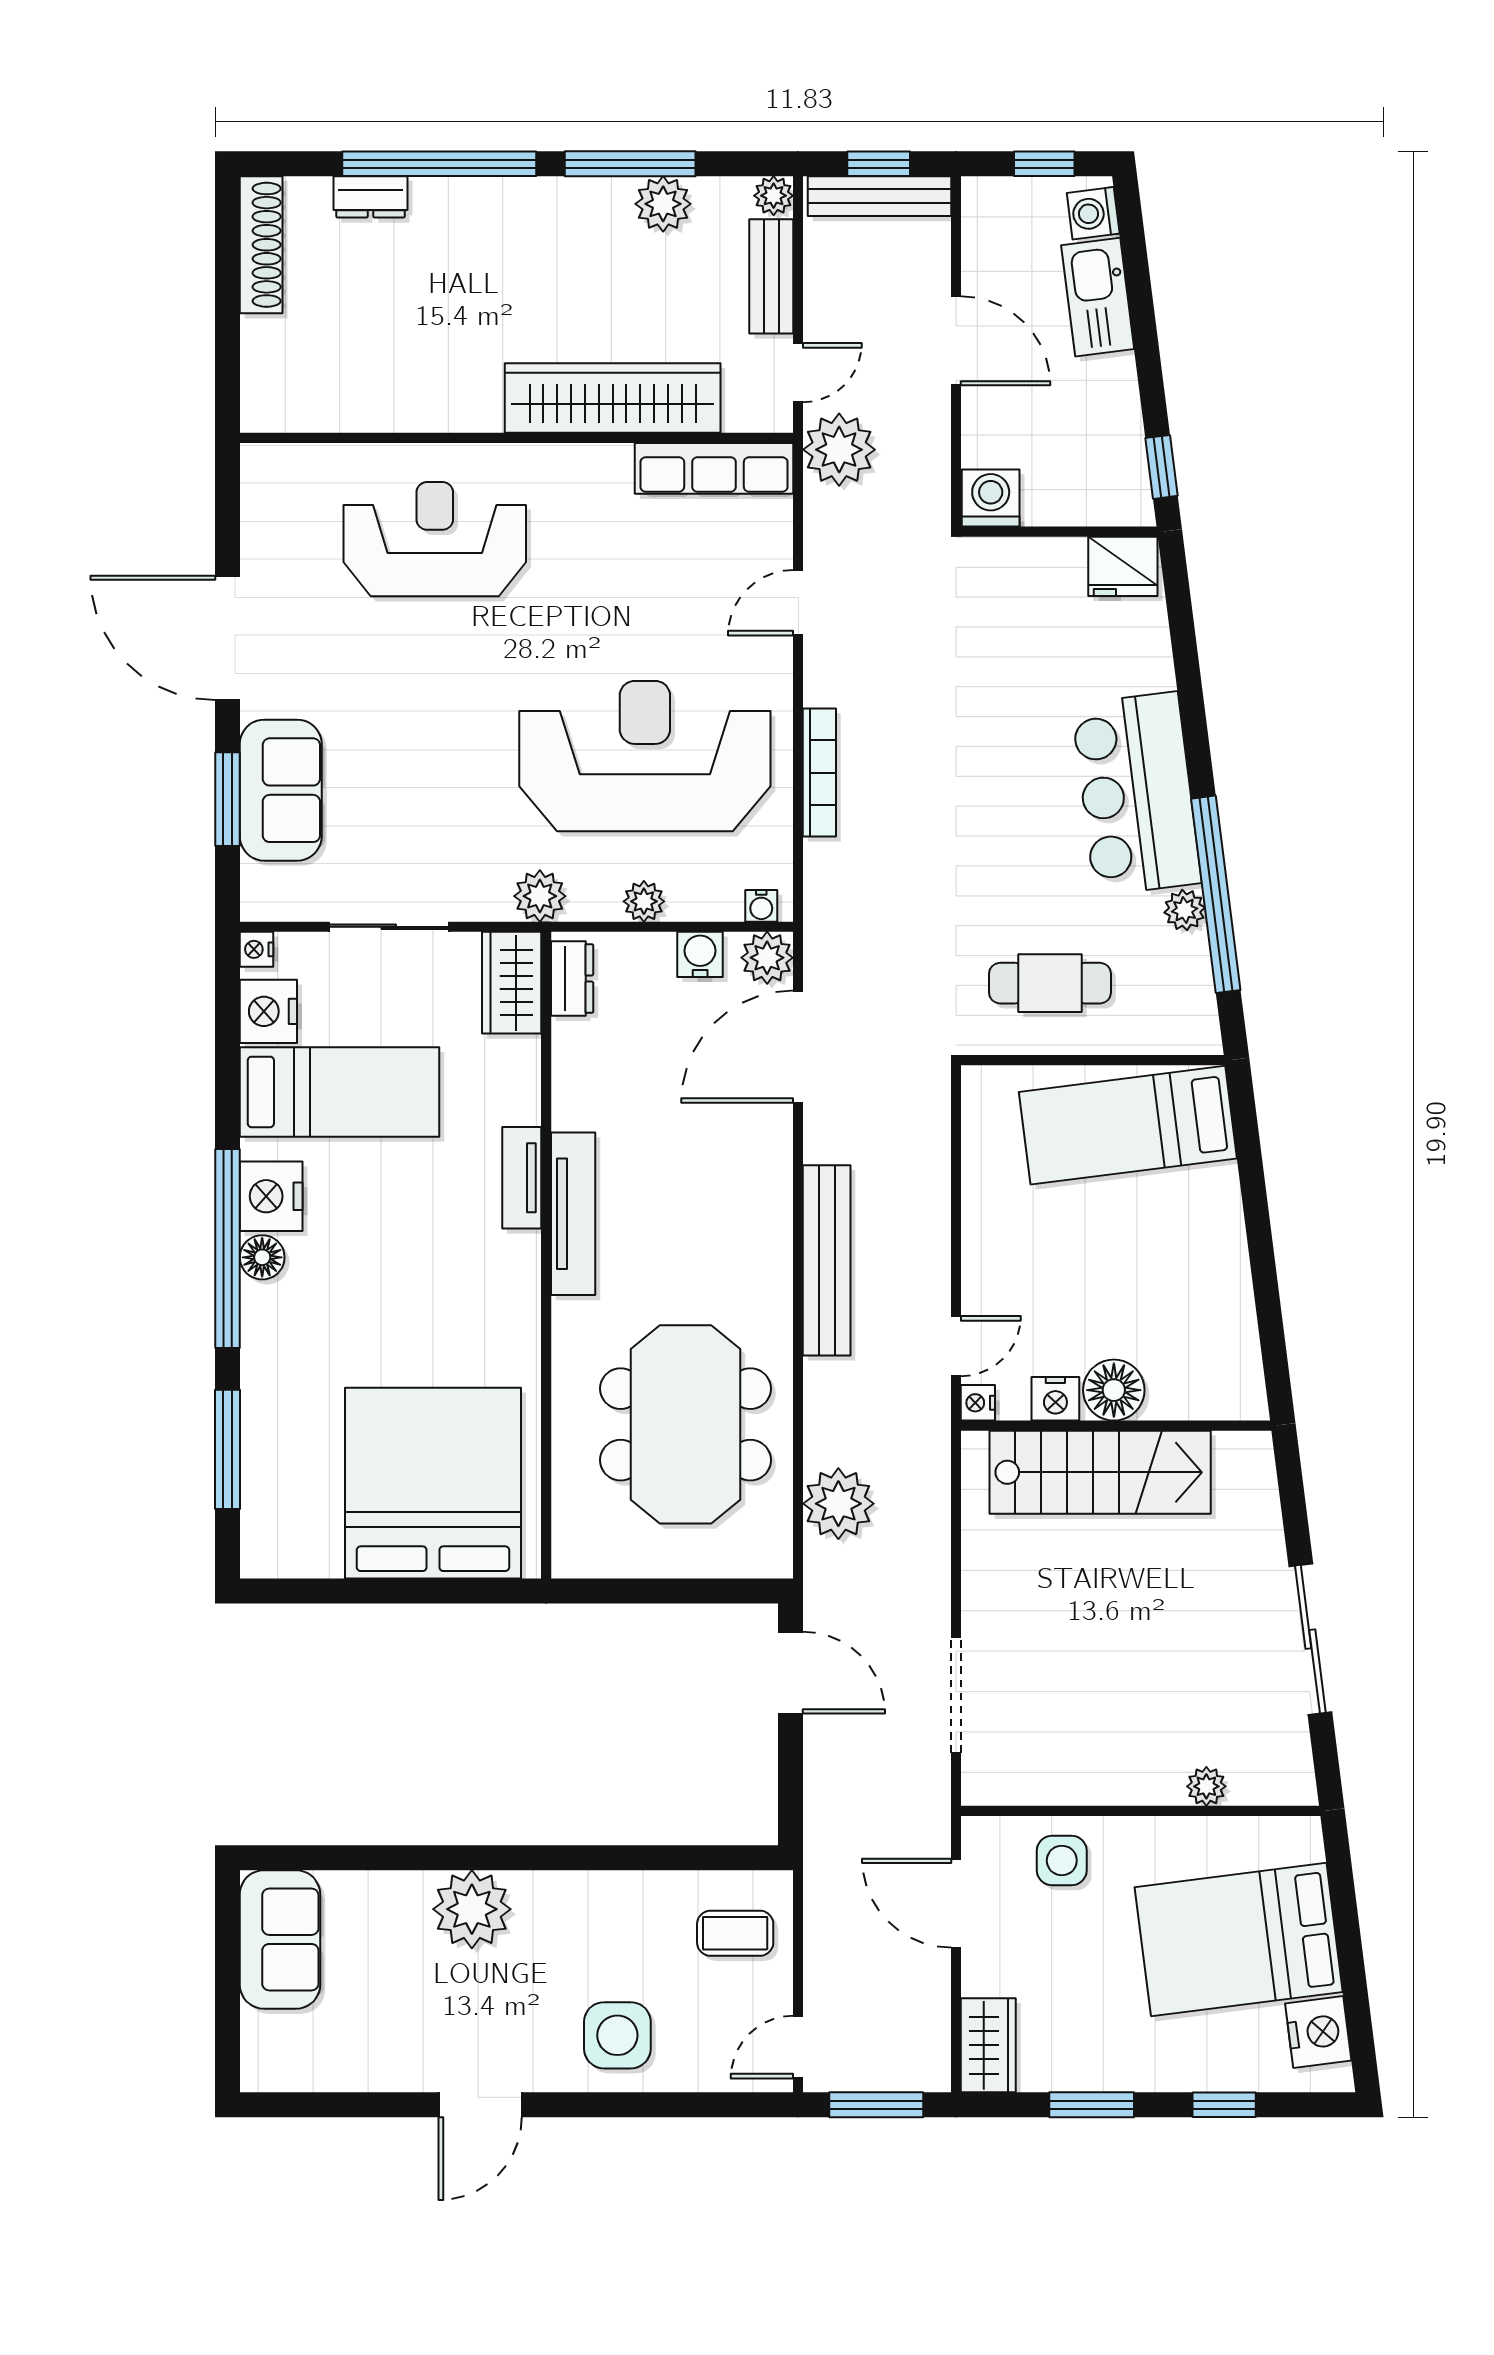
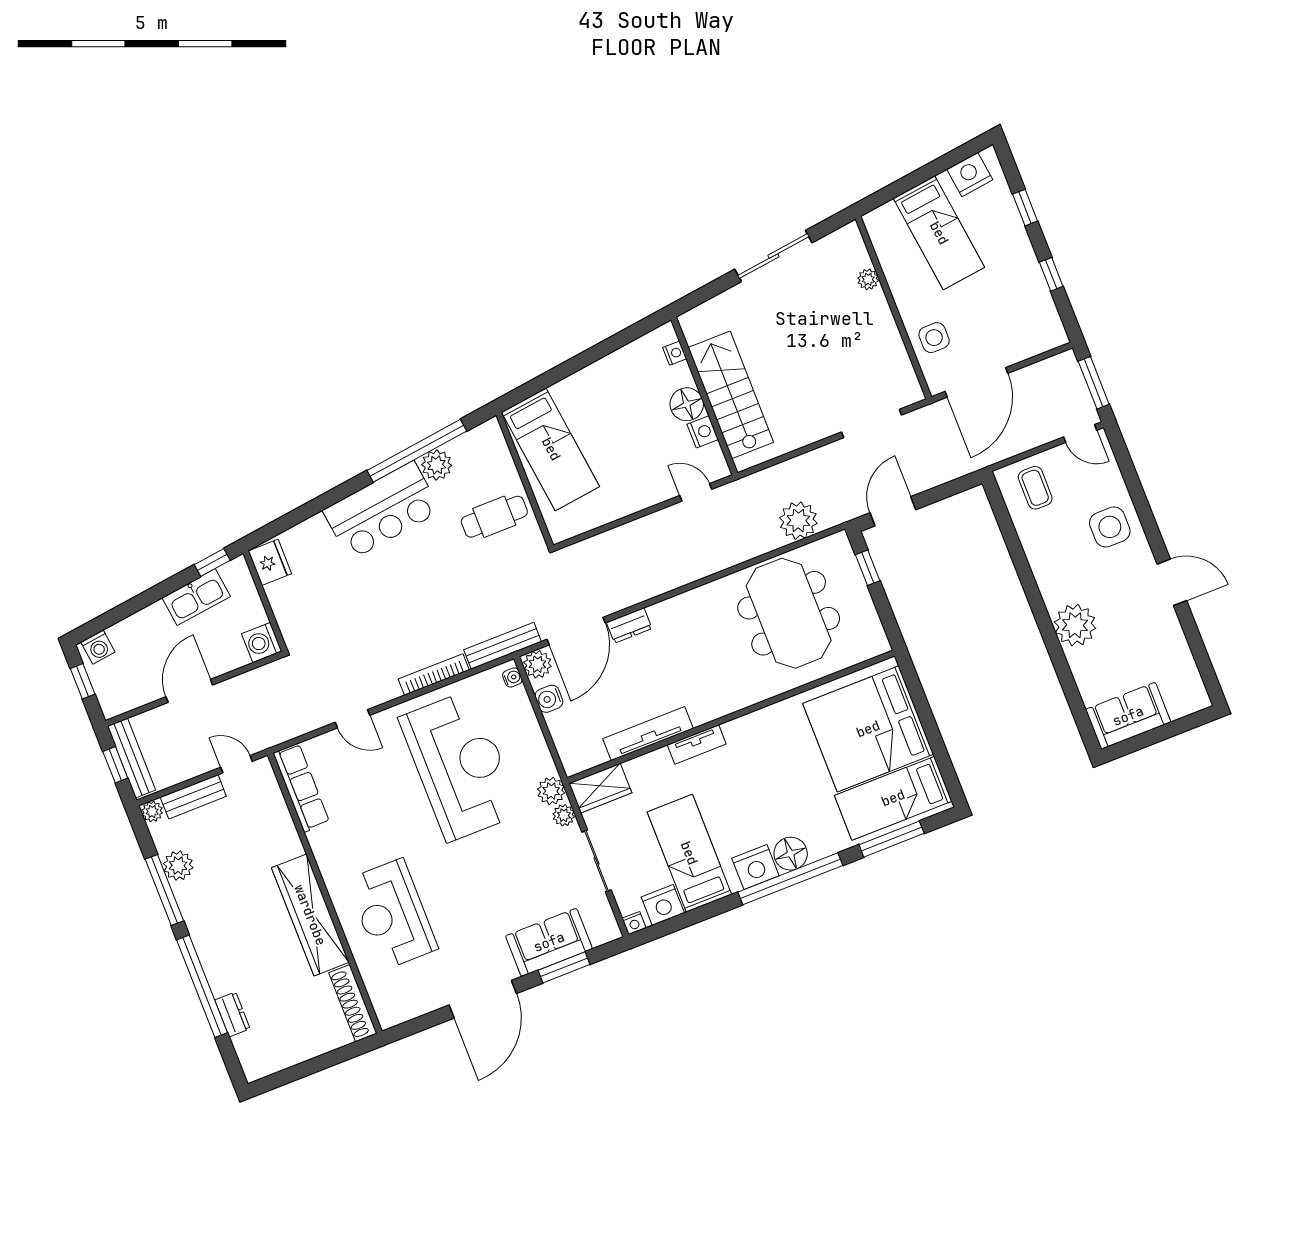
shoe rack: (261, 245) -> (353, 1003), moved, turned -90
kitchen sink: (1098, 297) -> (196, 597), moved
wardrobe: (613, 398) -> (310, 915), moved
plant: (839, 450) -> (267, 728), removed
reception desk: (645, 756) -> (460, 766), turned 180
plant: (644, 901) -> (564, 815), moved
plant: (1185, 910) -> (437, 465), width x1.38, depth x1.38
dresser: (572, 979) -> (629, 625), moved, turned 180
cafe table: (1050, 983) -> (494, 517), turned 90
door: (798, 1047) -> (576, 631), hinge flipped
tv unit: (573, 1214) -> (648, 734), moved
floor lamp: (262, 1257) -> (791, 854), width x1.38, depth x1.38
bench: (827, 1260) -> (503, 646), moved, width x0.73, depth x0.82
nightstand: (978, 1403) -> (675, 353), moved, turned -90
meeting table: (685, 1424) -> (789, 613), turned 90
bed: (296, 1479) -> (893, 798), added
window: (711, 1591) -> (868, 568), added
door: (956, 1903) -> (976, 382), width x1.36
bed: (1239, 1940) -> (939, 233), width x0.67
wardrobe: (988, 2045) -> (1042, 338), removed
window: (1092, 2105) -> (1051, 274), width x0.67

